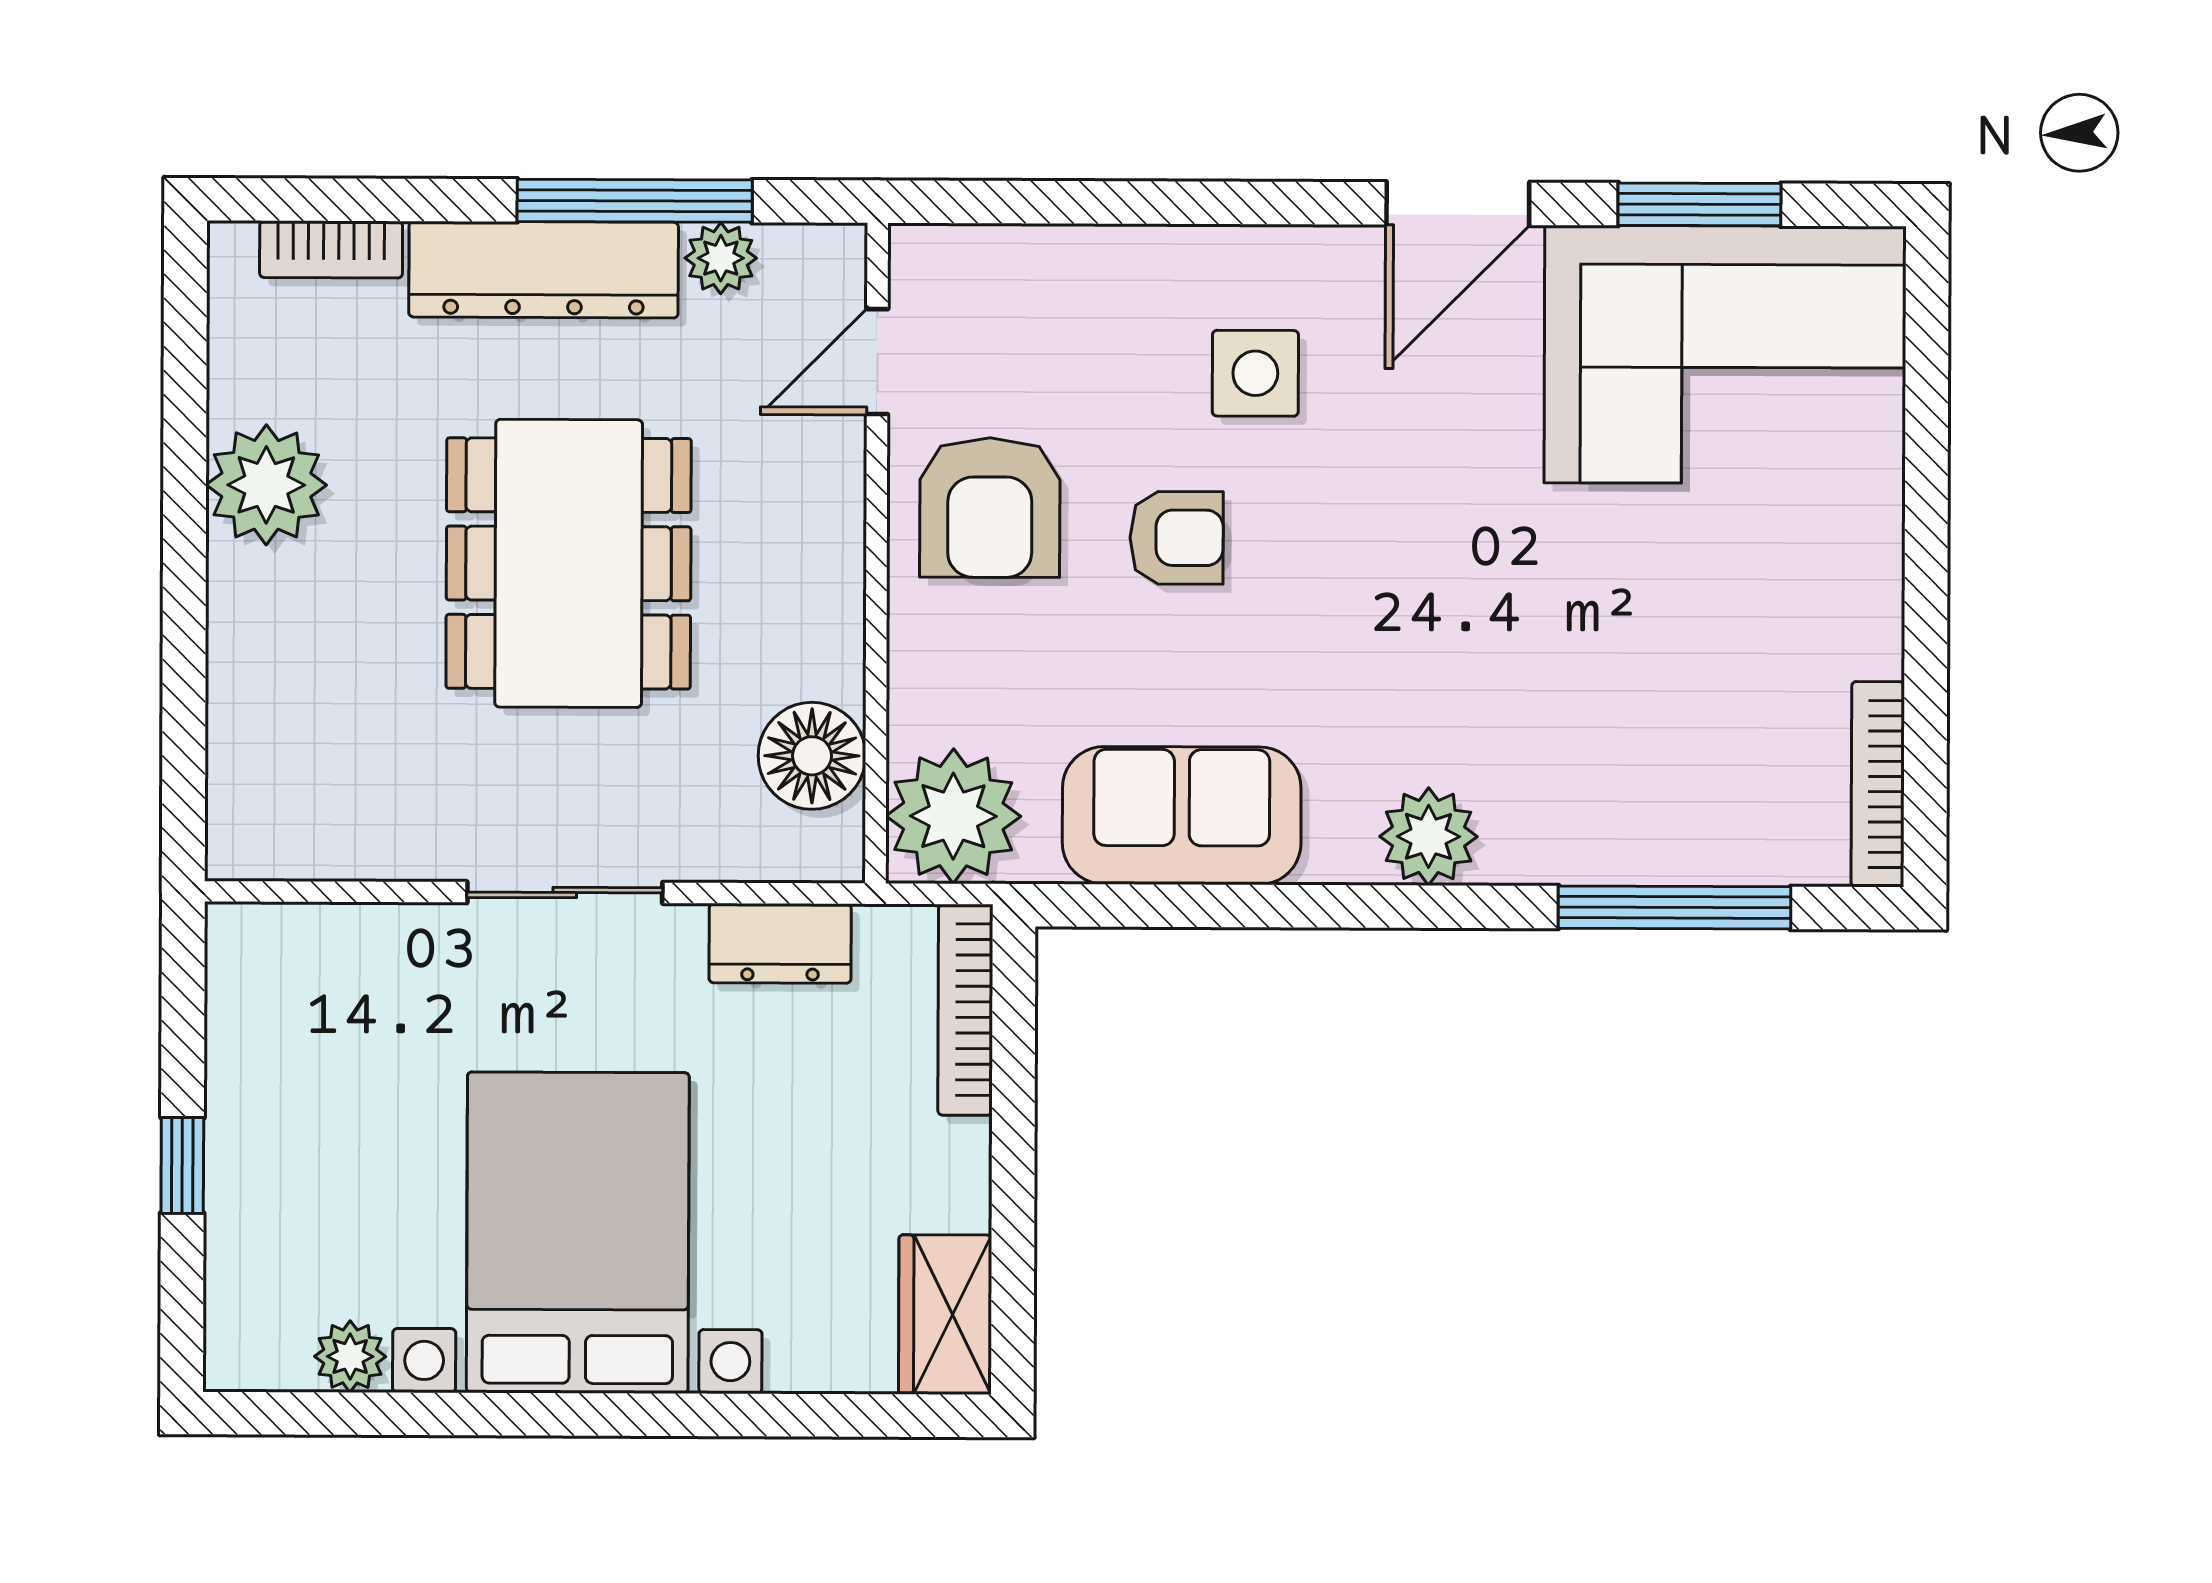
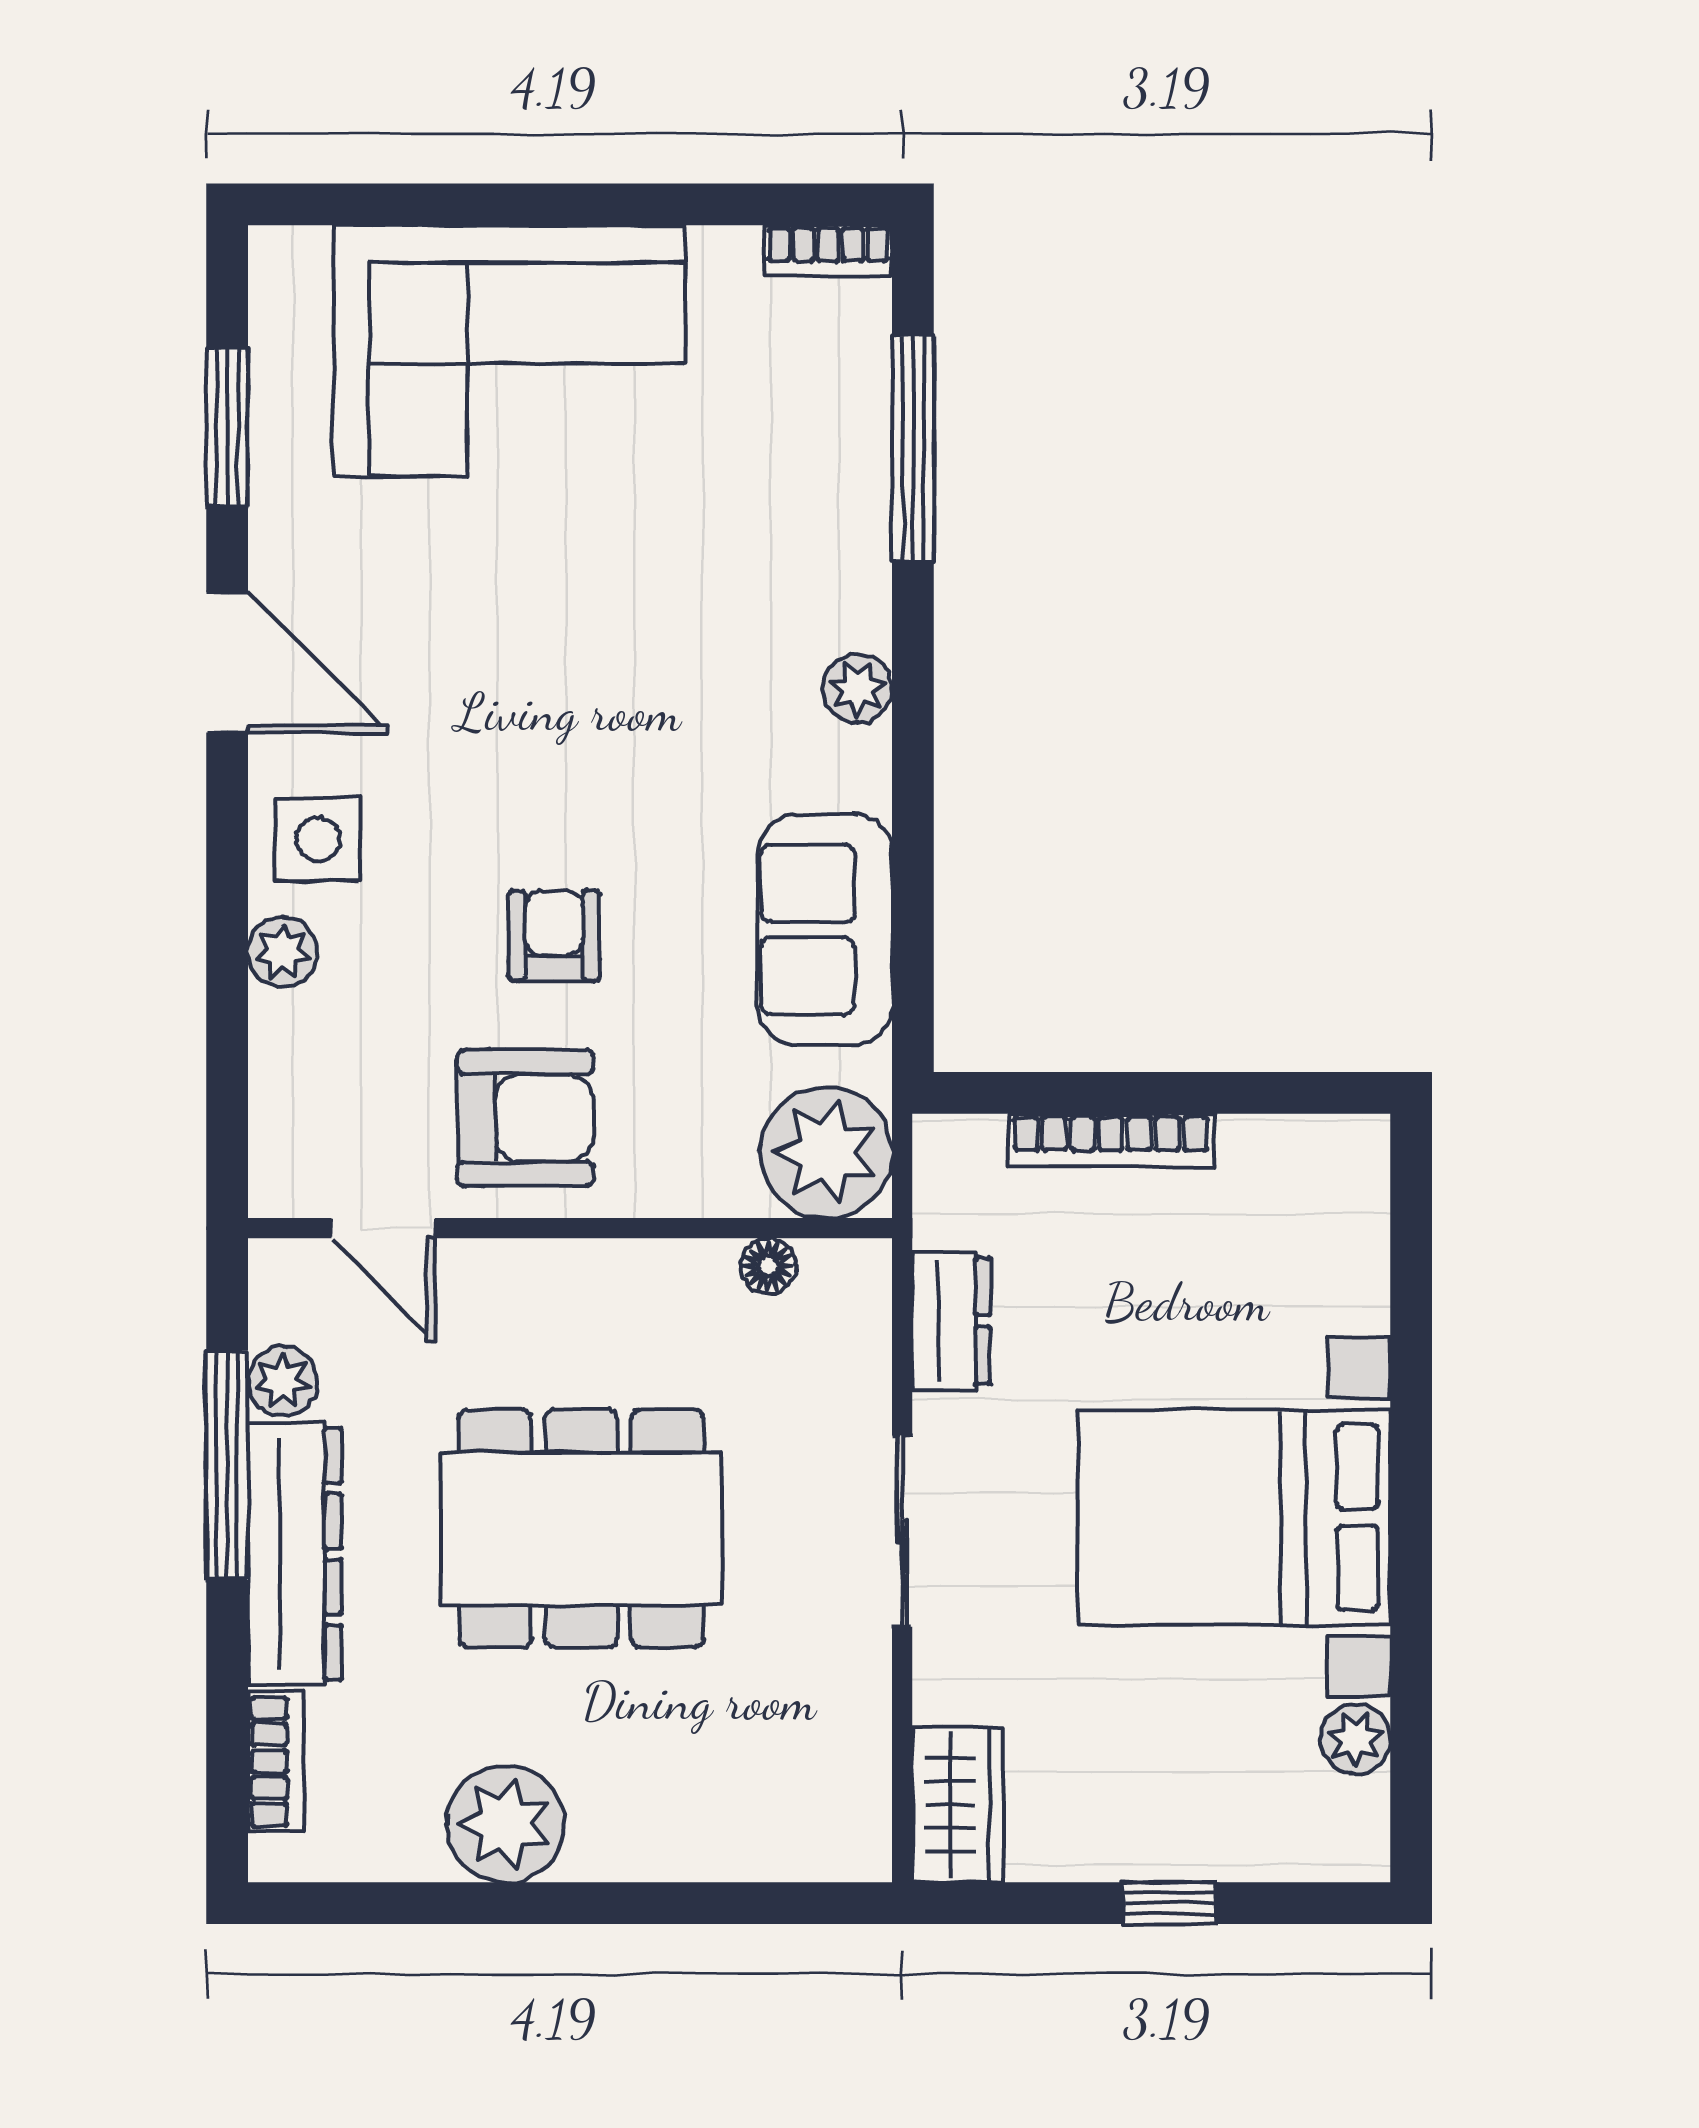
plant: (1160, 260) -> (283, 952), added
corner sofa: (1725, 355) -> (509, 351), moved, turned 90
side table: (1255, 373) -> (318, 839), moved
floor lamp: (812, 756) -> (768, 1266), width x0.53, depth x0.53
bookcase: (1878, 784) -> (828, 251), width x0.64
plant: (1429, 836) -> (858, 689), width x0.73, depth x0.73
bookcase: (965, 1010) -> (1111, 1140), moved
wardrobe: (945, 1315) -> (957, 1805), moved, turned -90

